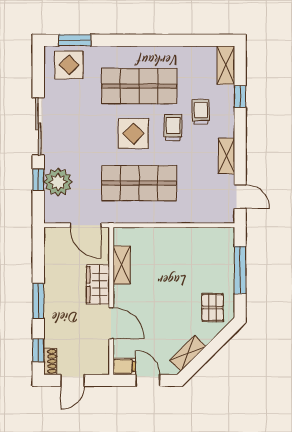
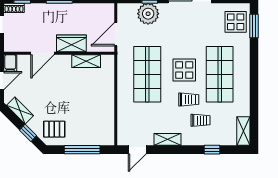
shelving: (226, 65) -> (243, 131), moved, turned 90
window: (218, 343) -> (28, 133), added

